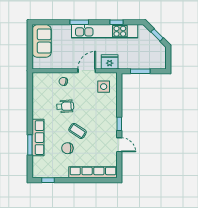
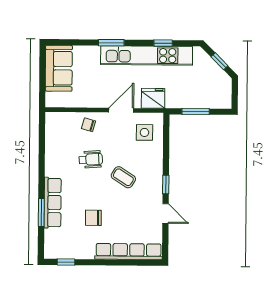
coffee table: (78, 131) -> (123, 177), moved

